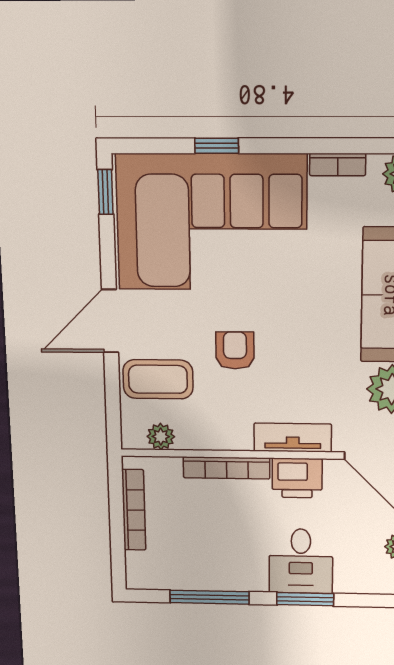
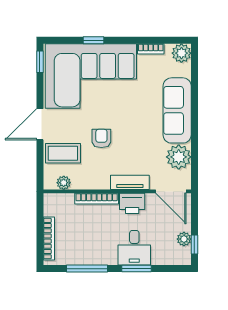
bookcase: (134, 510) -> (49, 239), moved

